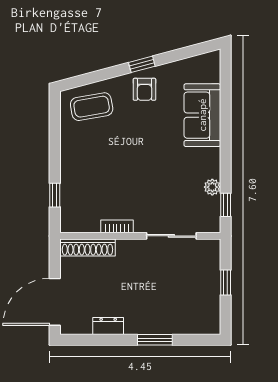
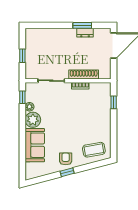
plant: (206, 163) -> (33, 120), added
shoe rack: (87, 248) -> (84, 74), moved
window: (155, 340) -> (82, 25), moved

